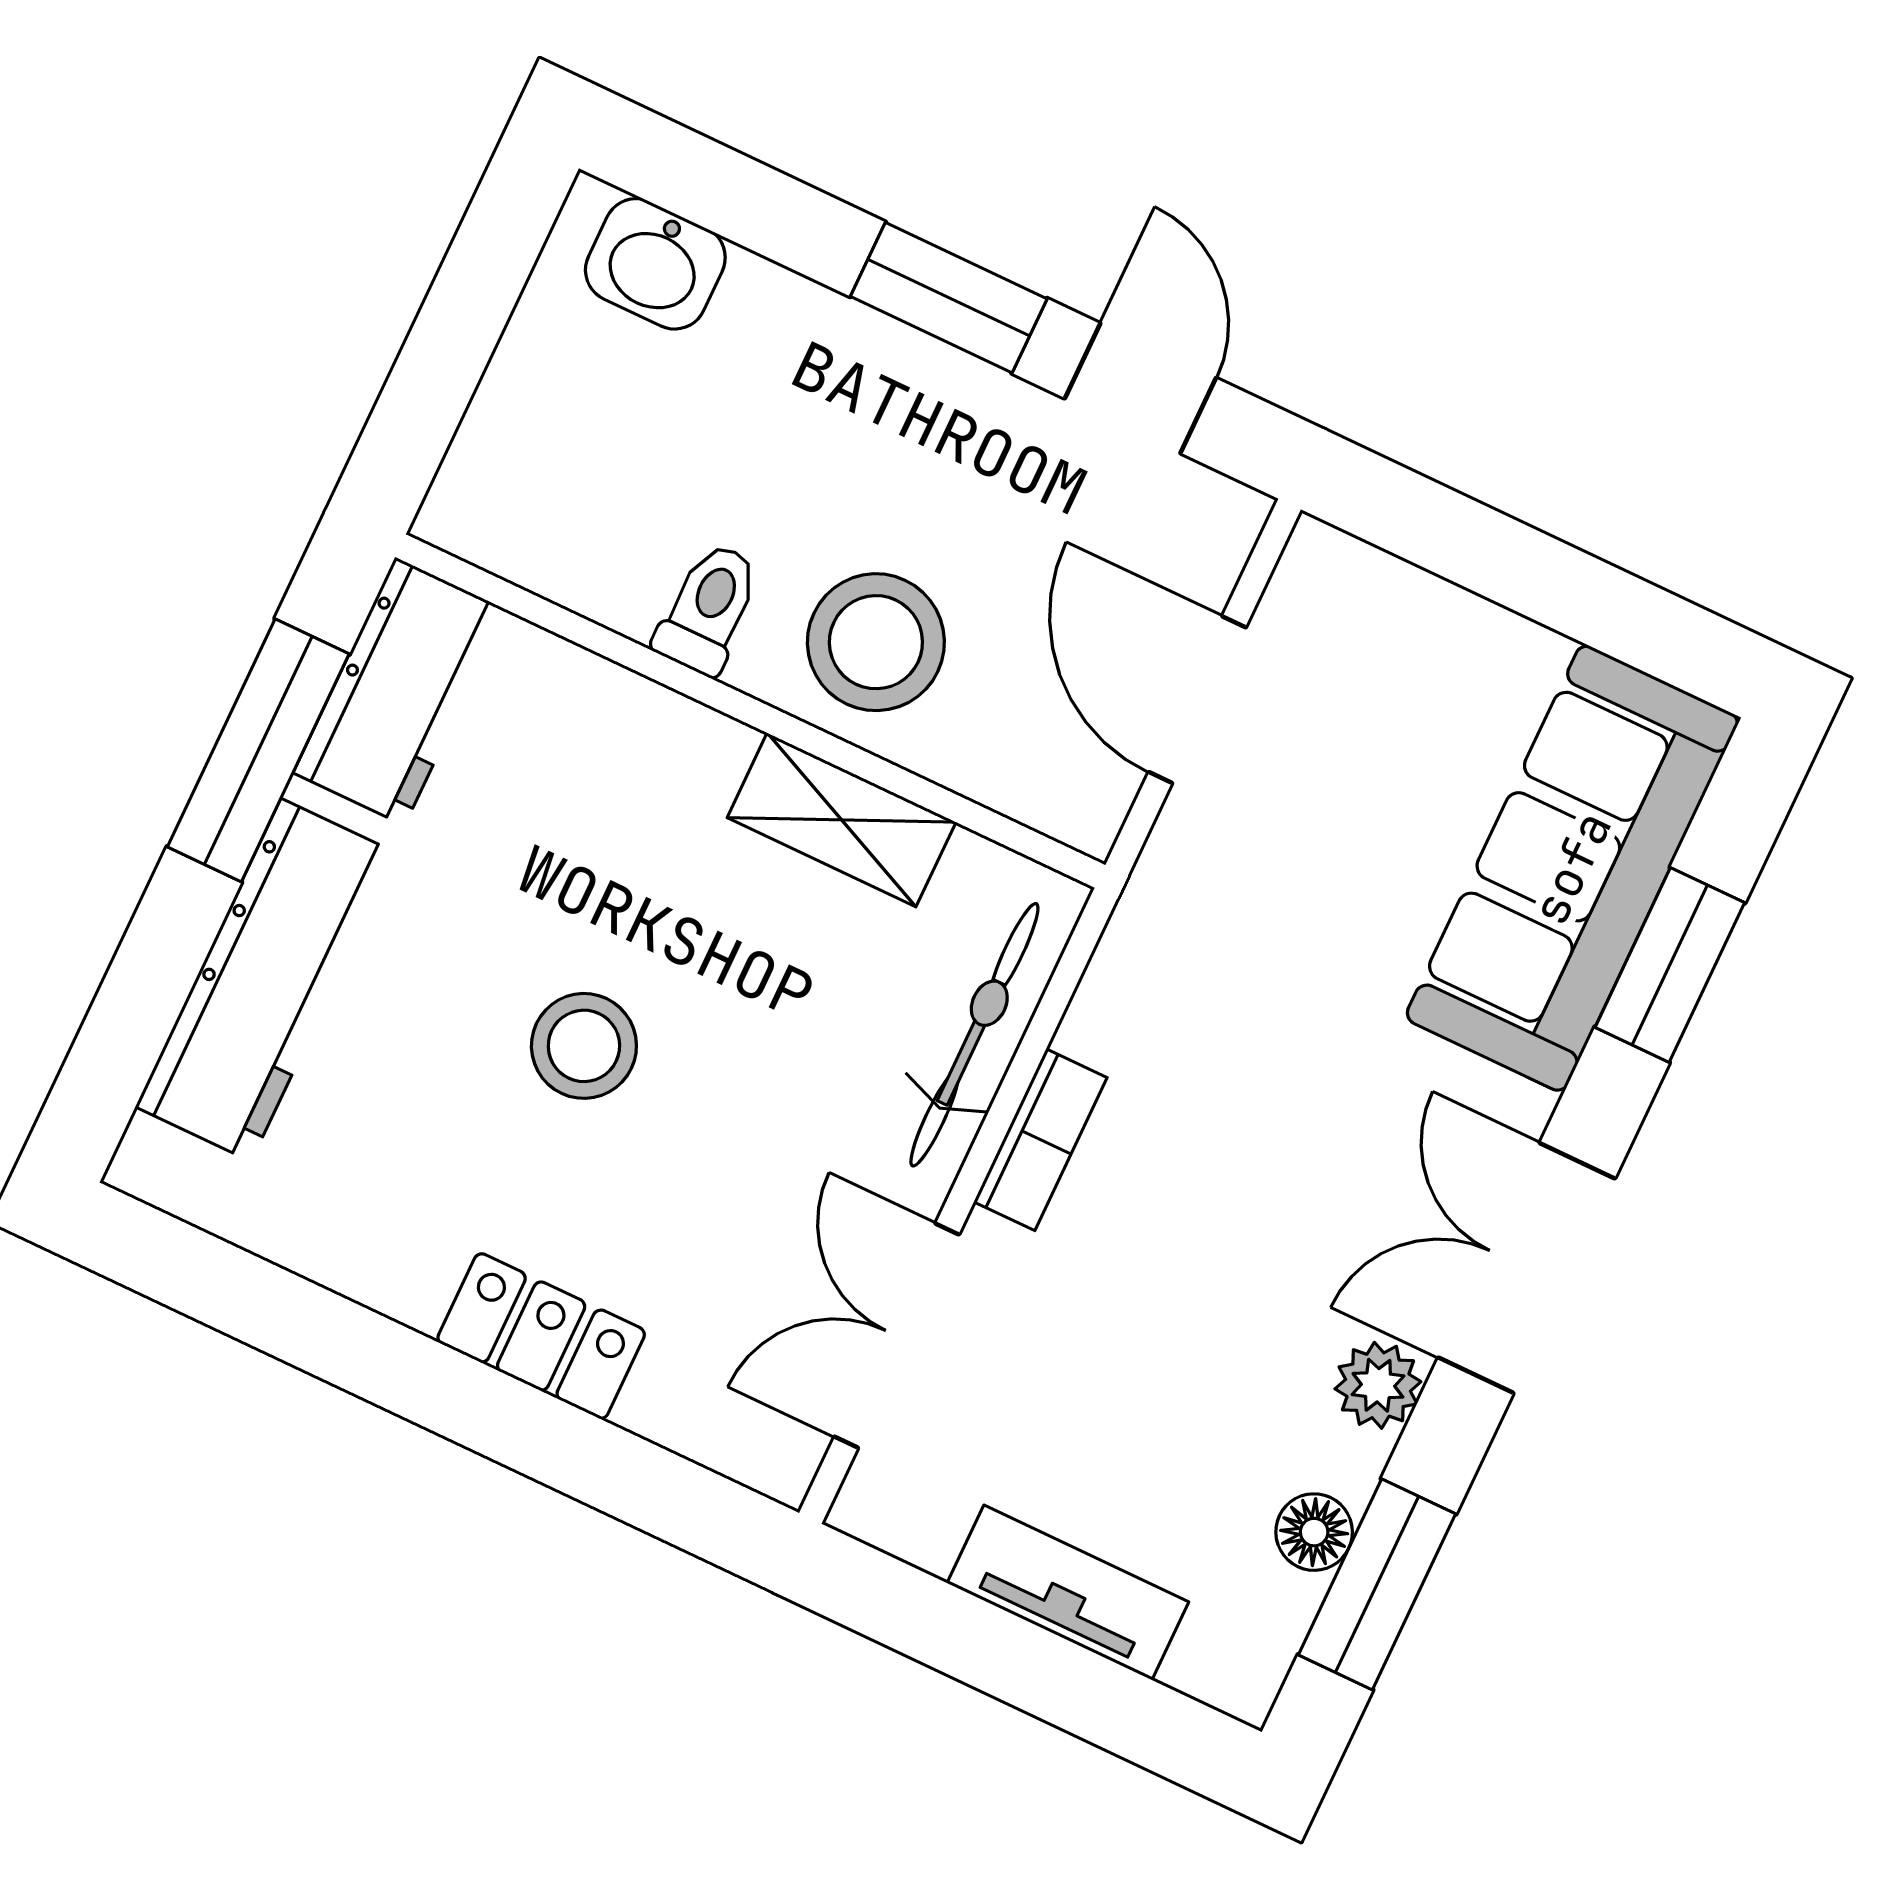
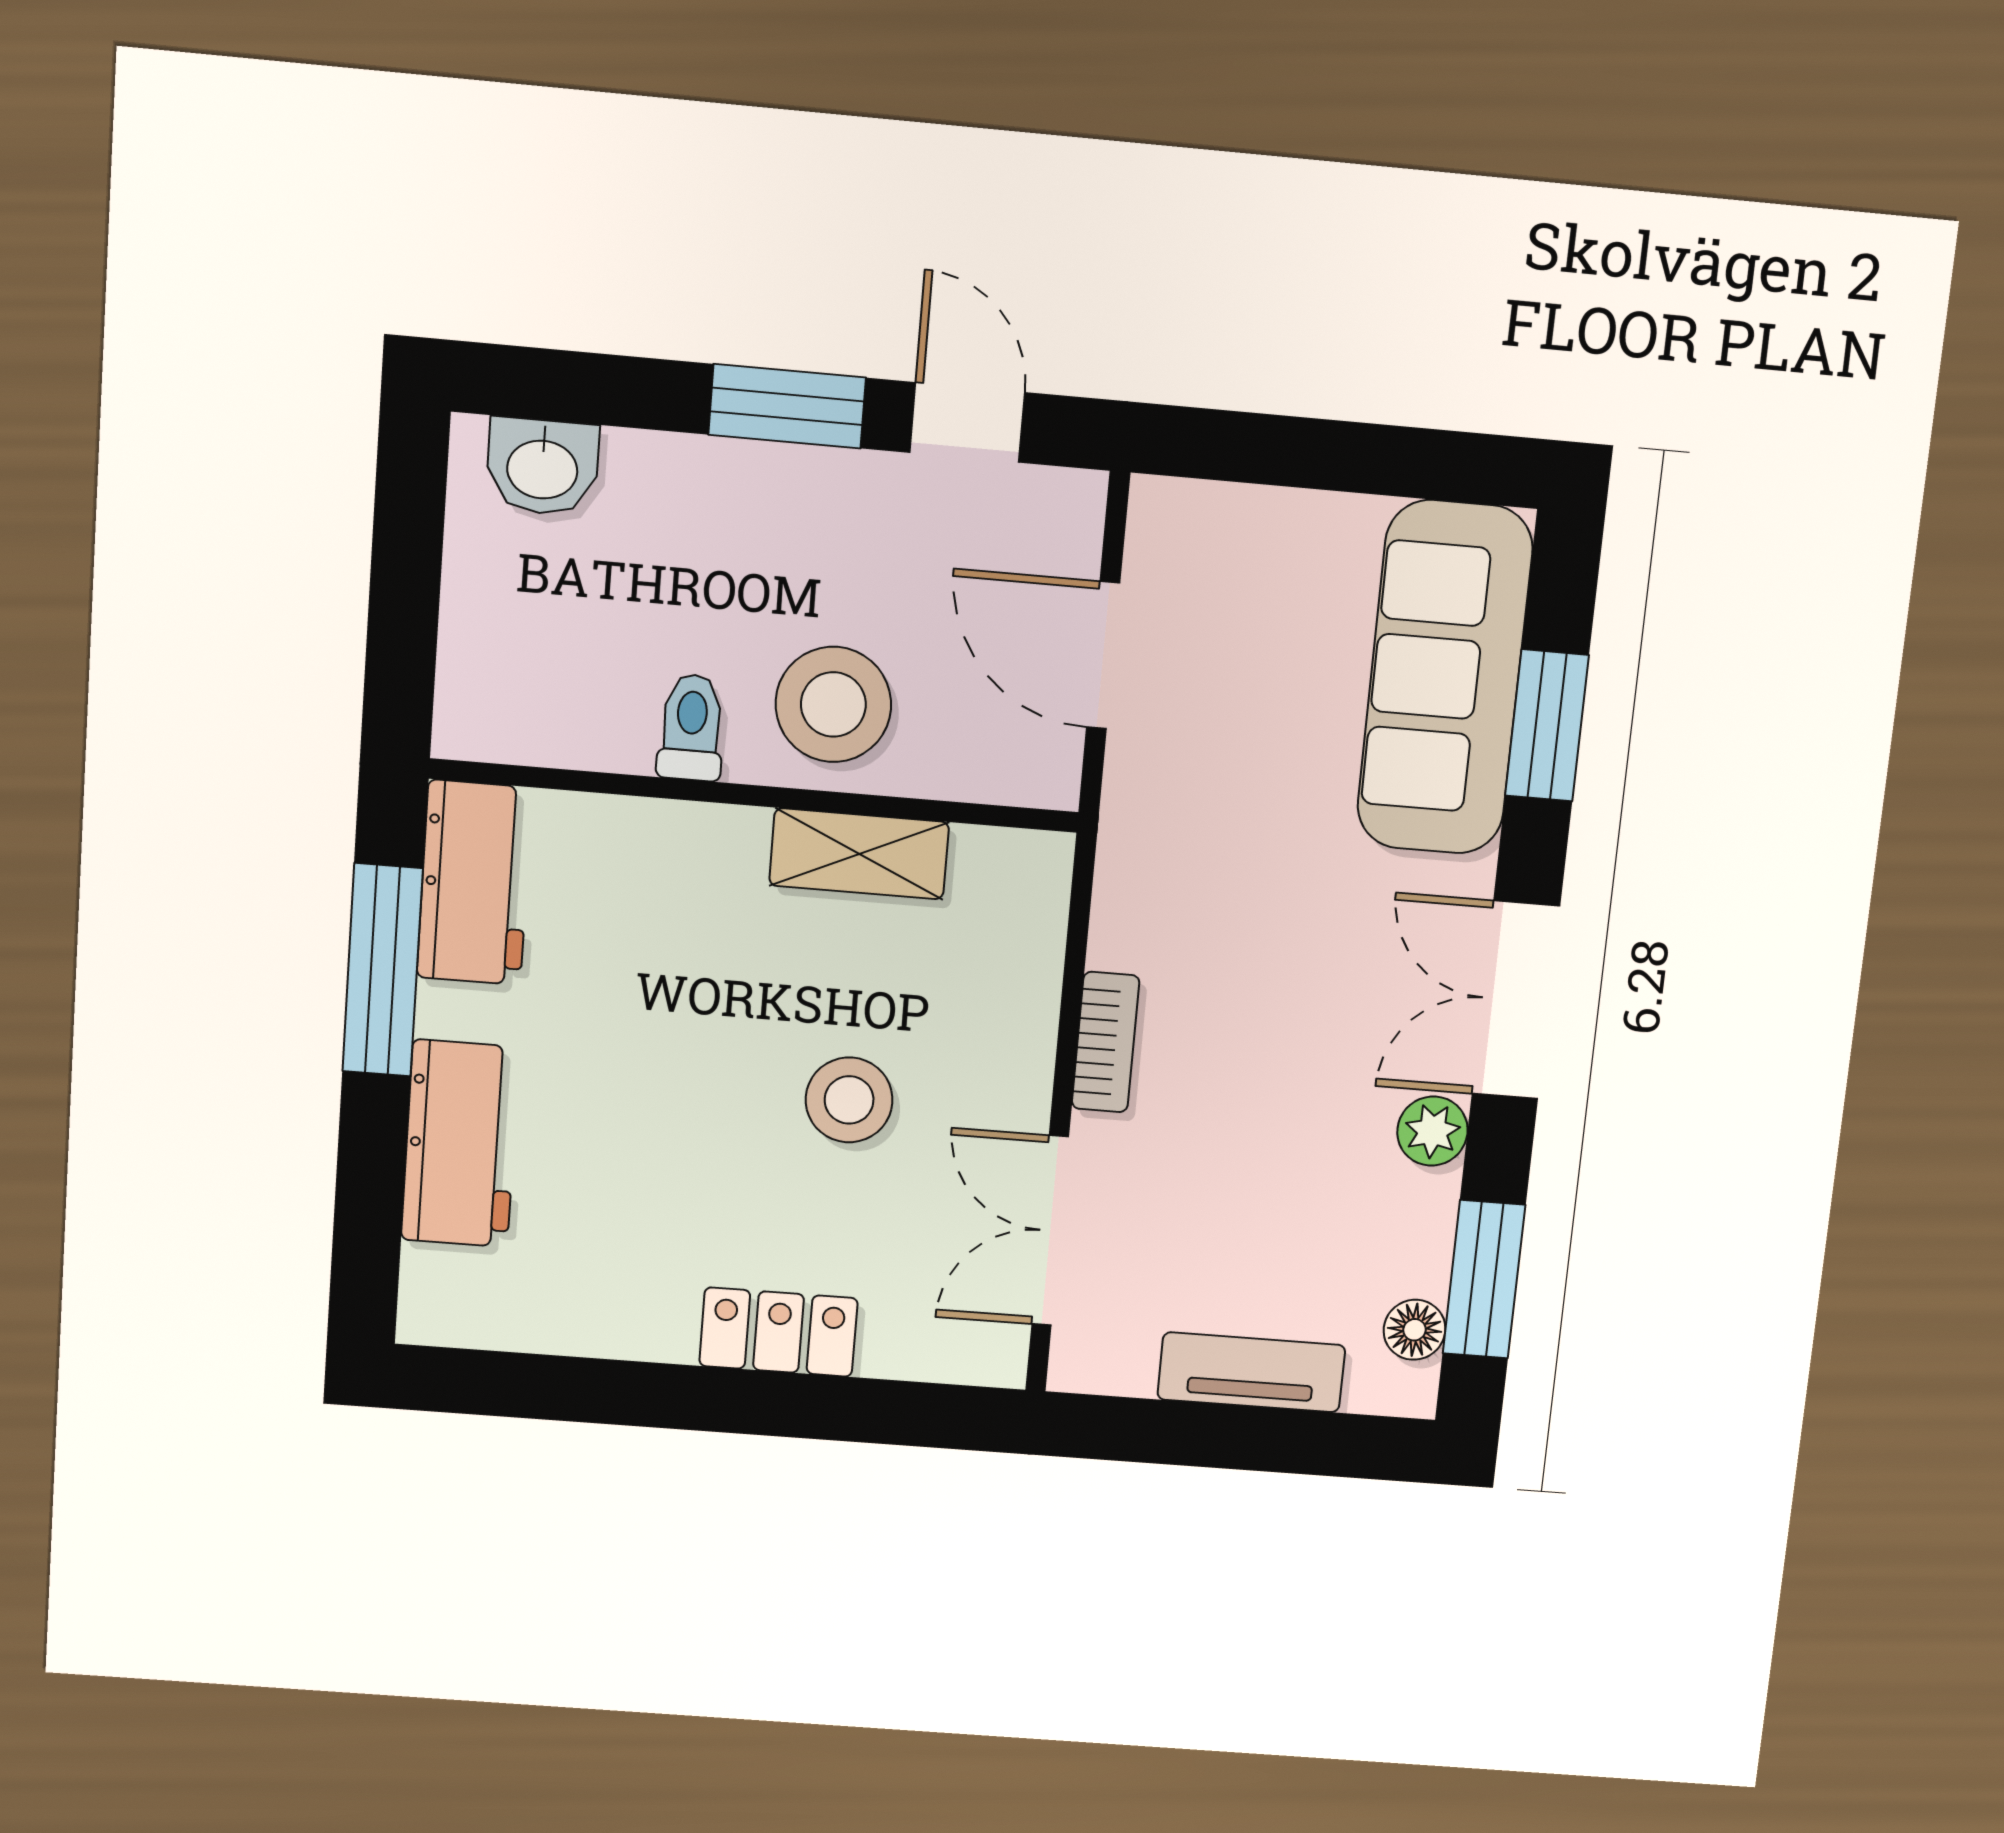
workbench: (266, 980) -> (460, 1144), width x0.73
bicycle: (974, 1035) -> (1025, 981), removed
stool: (584, 1046) -> (849, 1100), moved
floor lamp: (1314, 1532) -> (1414, 1330), moved

